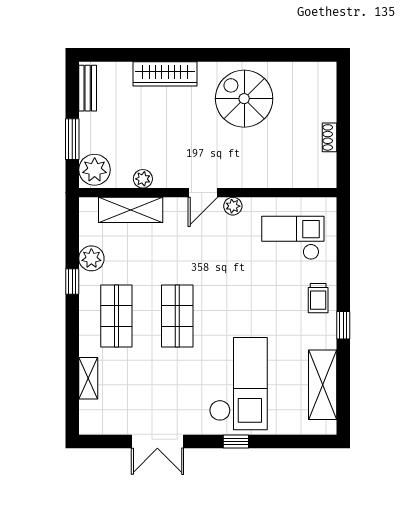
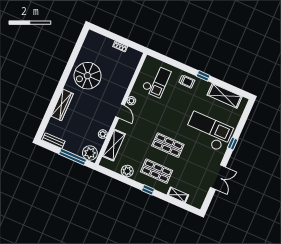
window: (72, 139) -> (73, 157), width x1.44
checkout: (293, 238) -> (156, 81), turned 180
window: (72, 282) -> (148, 190), moved

